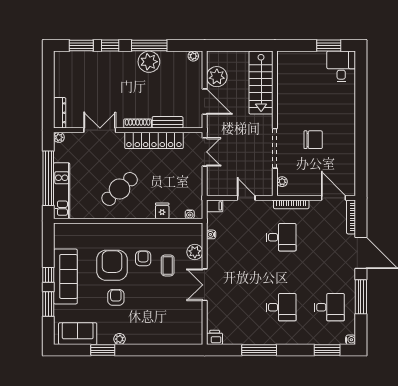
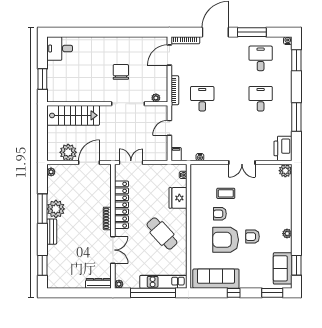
window: (110, 46) -> (42, 241), removed
window: (329, 46) -> (42, 79), moved
bench: (168, 122) -> (52, 232), moved
double door: (100, 130) -> (113, 250), swing flipped
fridge: (162, 211) -> (178, 198), width x1.88, depth x1.34
plant: (195, 252) -> (285, 171), moved
sofa: (65, 276) -> (216, 279), moved
window: (48, 304) -> (272, 293), moved
printer: (215, 337) -> (283, 148), width x1.87, depth x1.48
window: (103, 350) -> (296, 265), moved

